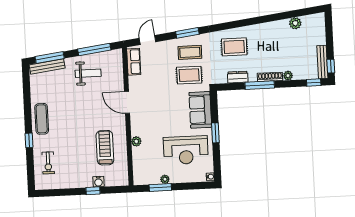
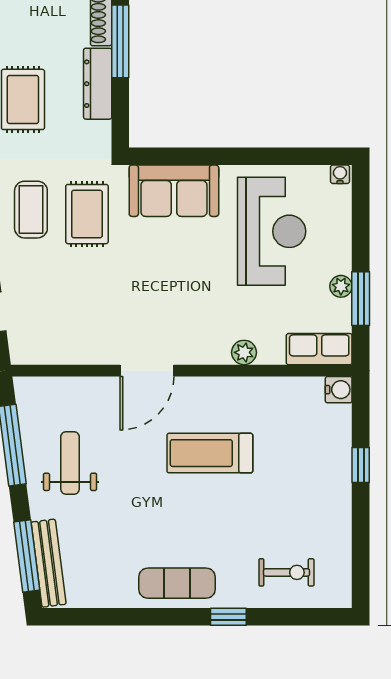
row of seats: (134, 62) -> (319, 349), moved
dresser: (238, 77) -> (98, 84), width x1.44
window: (215, 133) -> (232, 156), removed
treadmill: (105, 148) -> (210, 453), moved
water cooler: (98, 182) -> (339, 390), moved

